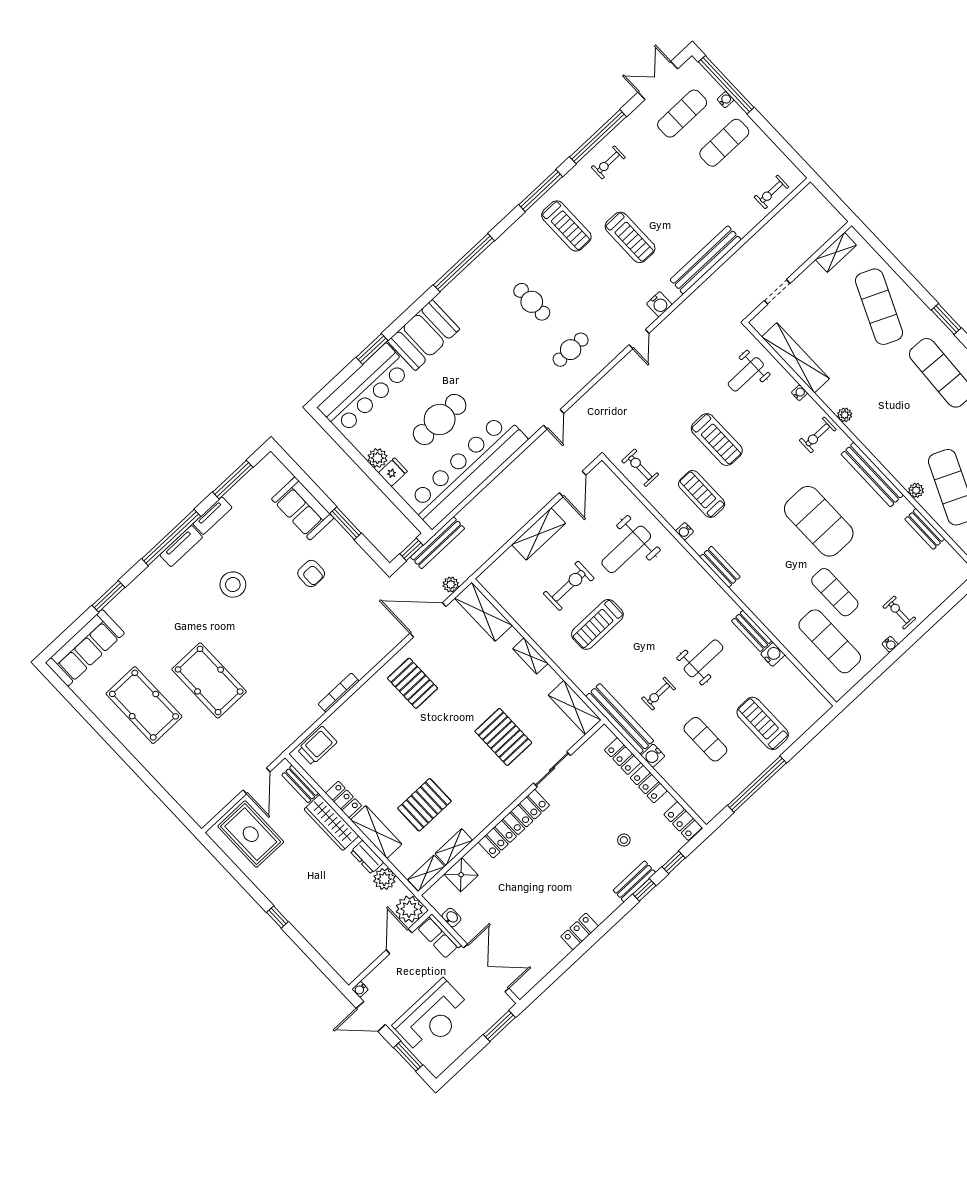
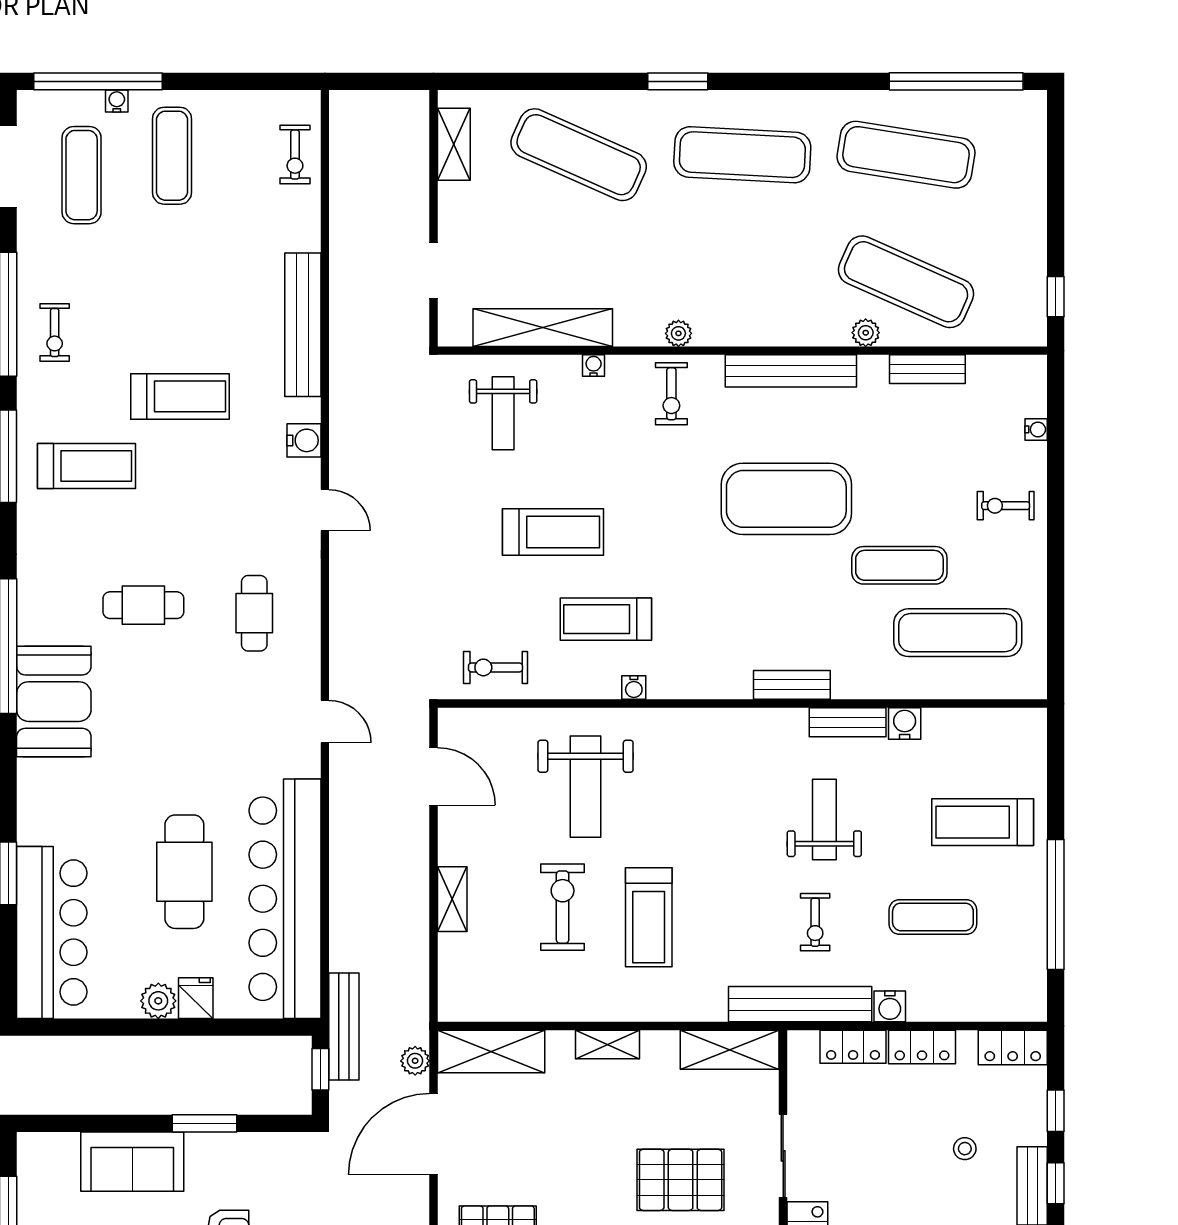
booth: (424, 335) -> (54, 702), moved
shelving: (539, 534) -> (452, 899), width x0.67, depth x0.75
bench: (720, 567) -> (792, 685), moved
water cooler: (890, 644) -> (1036, 429), moved

